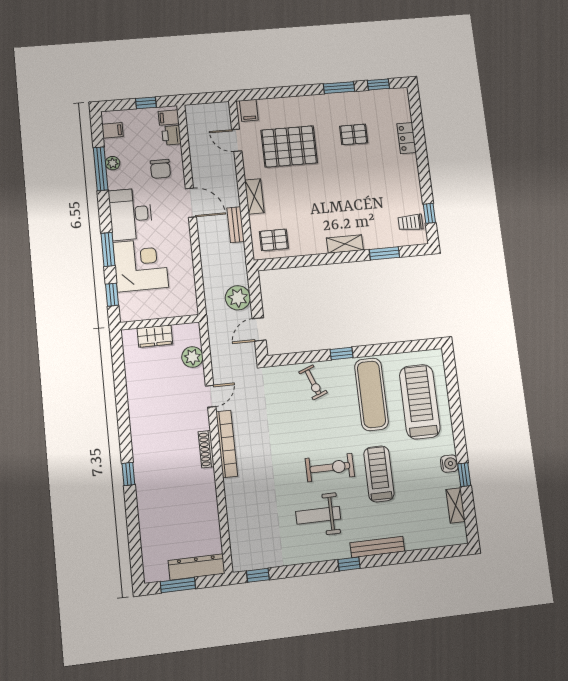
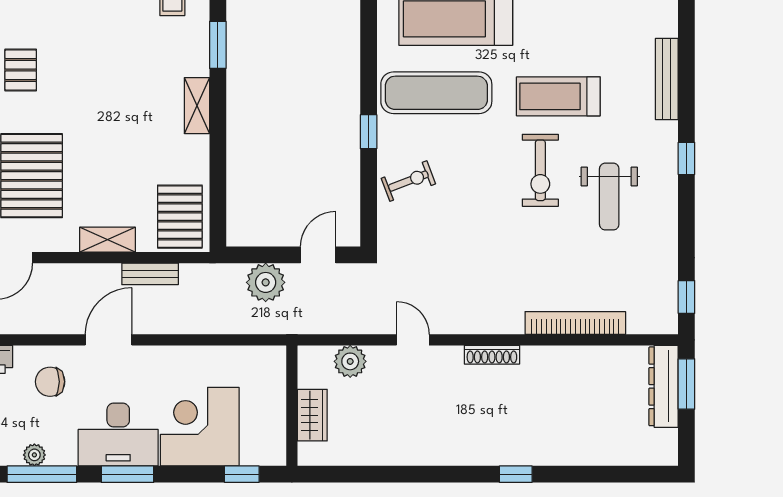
chair: (160, 169) -> (50, 382), turned 180
pallet: (274, 240) -> (180, 217), width x1.50, depth x1.42
window: (108, 249) -> (128, 474), moved
door: (259, 329) -> (318, 255), swing flipped
bookcase: (227, 444) -> (575, 323), moved
exercise bike: (330, 468) -> (540, 170), turned 180
bench: (377, 547) -> (667, 79), moved
window: (178, 585) -> (686, 384), moved

